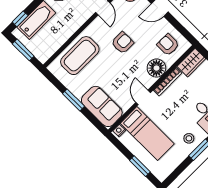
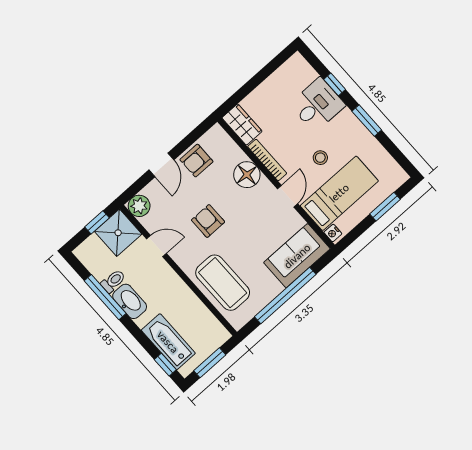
armchair: (168, 45) -> (196, 161), moved
door: (143, 97) -> (288, 196), swing flipped
window: (73, 100) -> (285, 296), width x2.11
stool: (189, 138) -> (320, 158), moved

